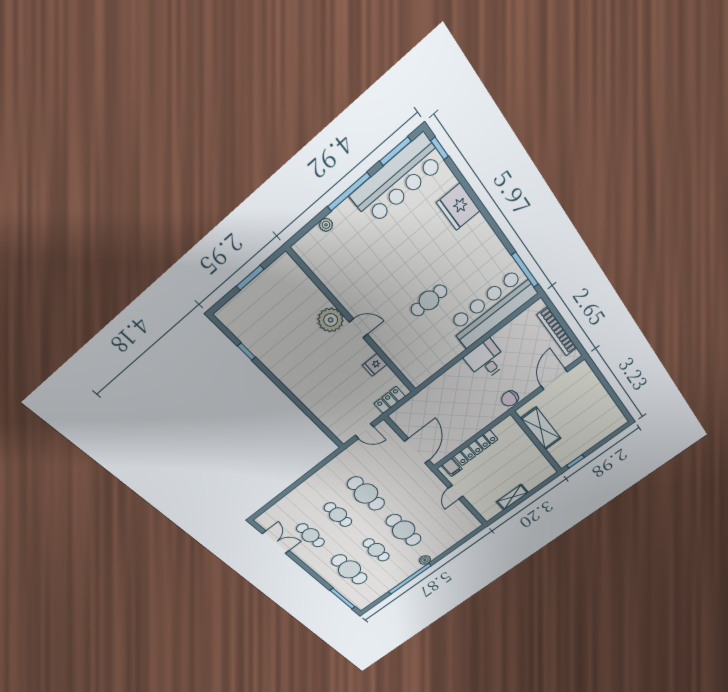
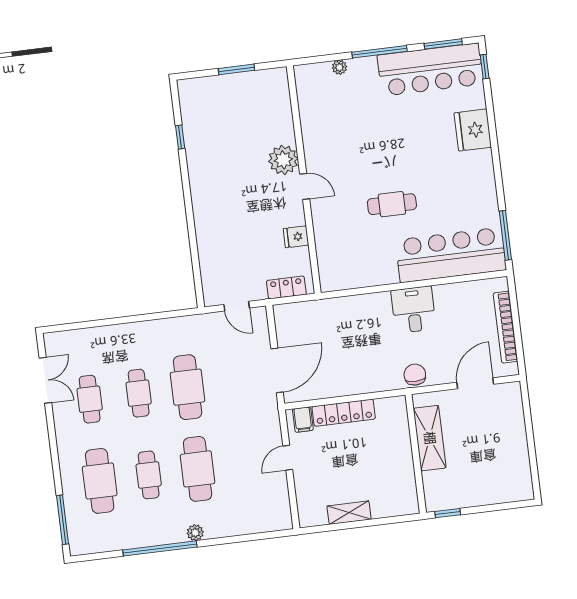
chair: (510, 398) -> (415, 375), turned 90

